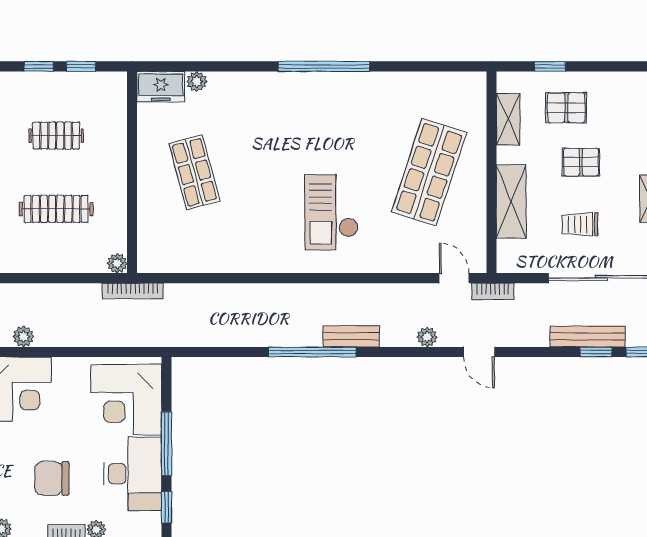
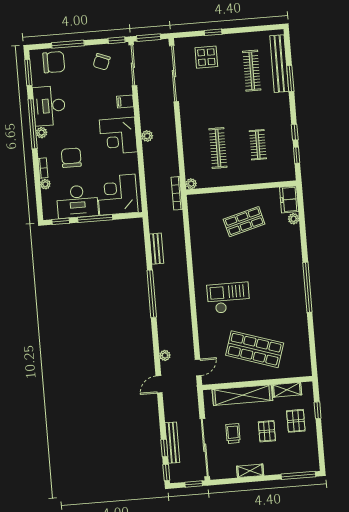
shelving: (511, 201) -> (242, 395), width x1.47
bookcase: (493, 291) -> (193, 389), removed
bench: (351, 336) -> (156, 249), moved

